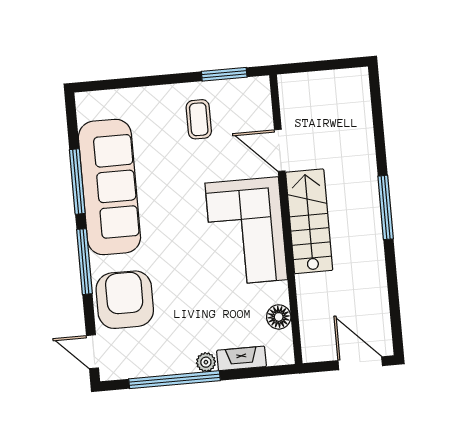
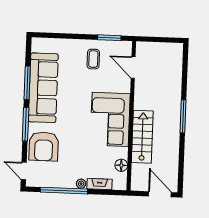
door: (280, 150) -> (133, 67), moved
stairs: (309, 221) -> (142, 137), moved
armchair: (125, 300) -> (44, 146), turned 180

